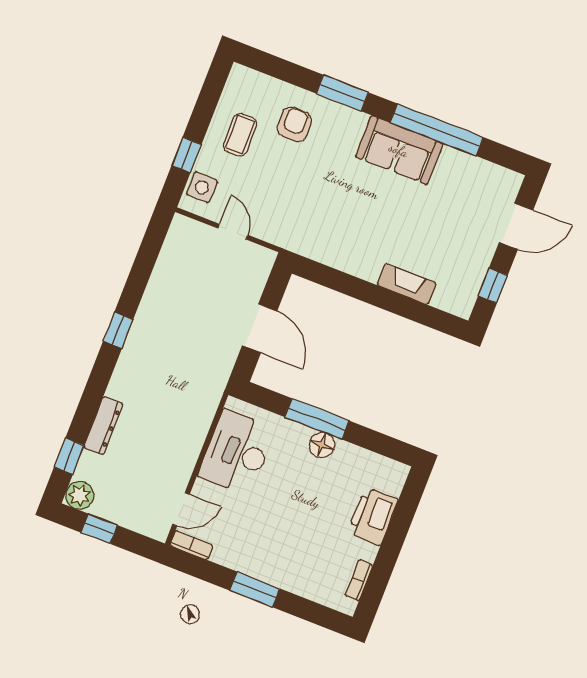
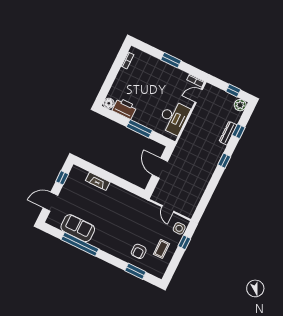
window: (342, 93) -> (135, 271), moved
sofa: (399, 150) -> (78, 228), moved
window: (118, 330) -> (224, 161), moved
floor lamp: (322, 445) -> (109, 103), moved
window: (69, 456) -> (239, 131), moved
printer: (373, 516) -> (125, 108), moved, turned -90

